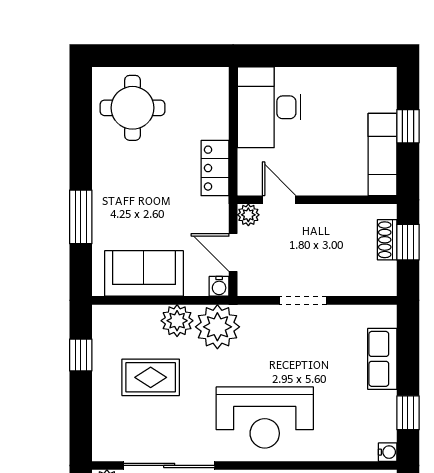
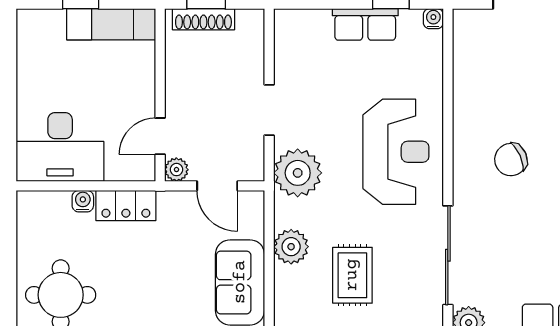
shoe rack: (387, 240) -> (203, 19), width x1.43
door: (233, 252) -> (217, 186), hinge flipped
water cooler: (219, 286) -> (83, 201), moved, turned -90
plant: (217, 327) -> (298, 173), moved
row of seats: (382, 359) -> (365, 24), moved

